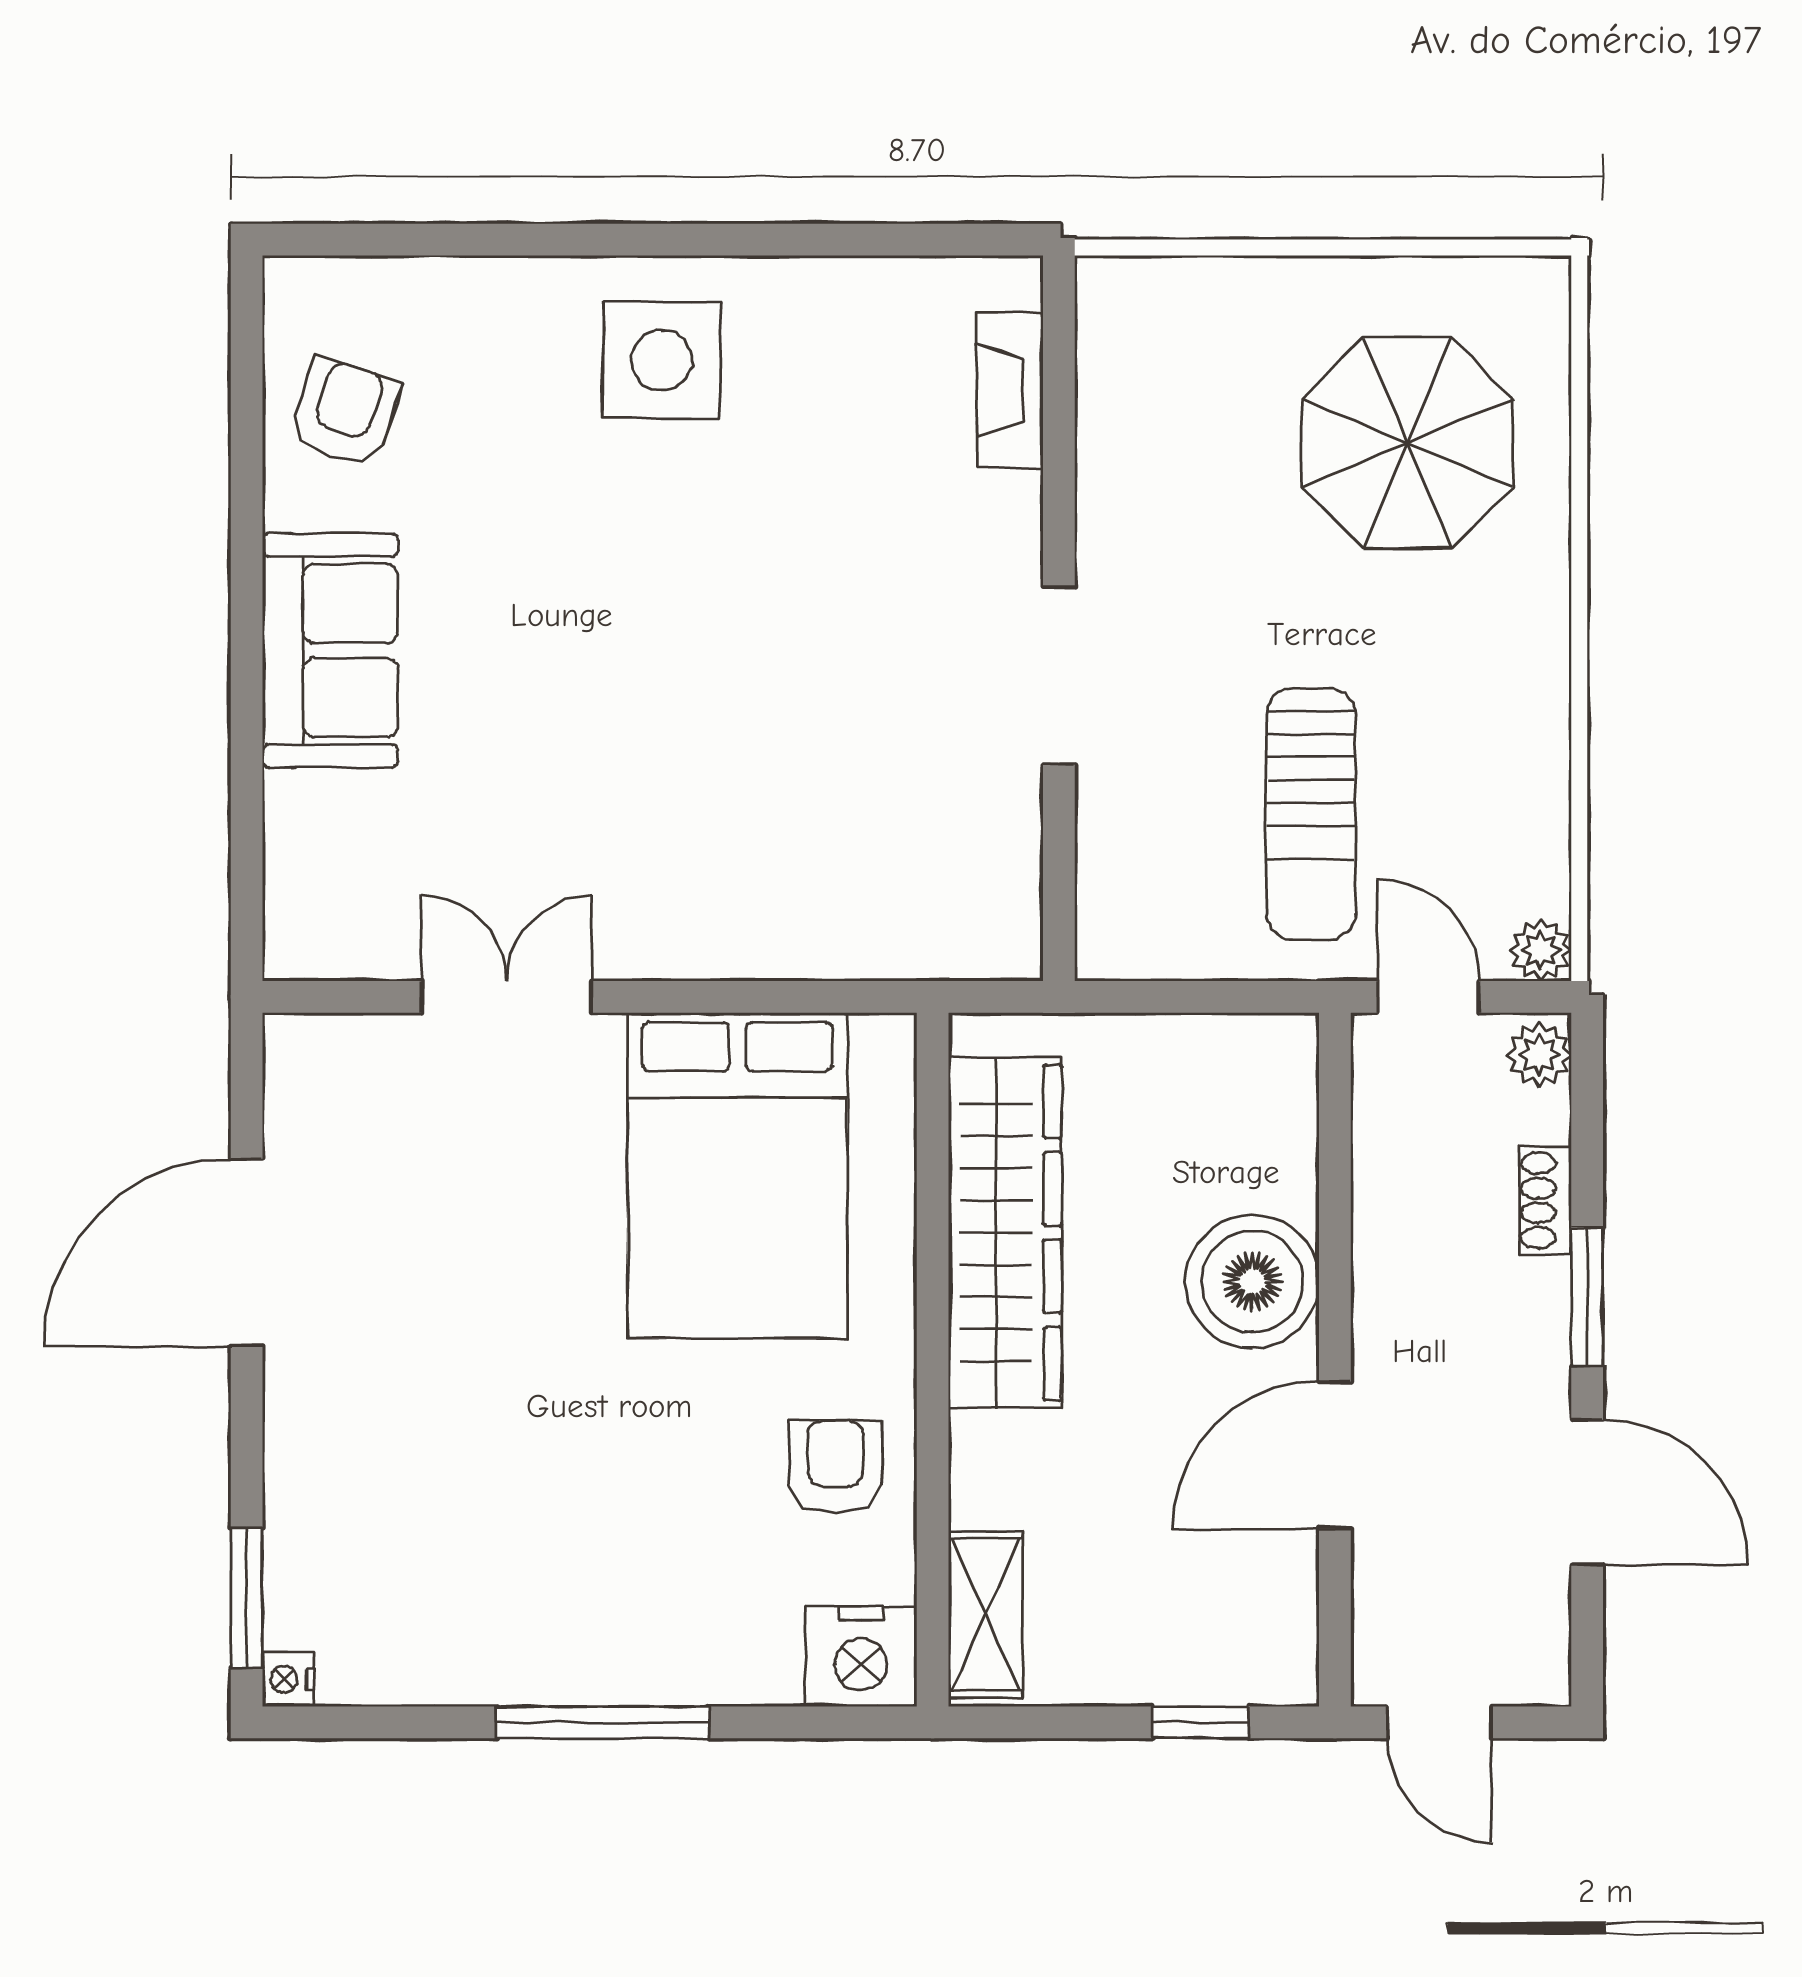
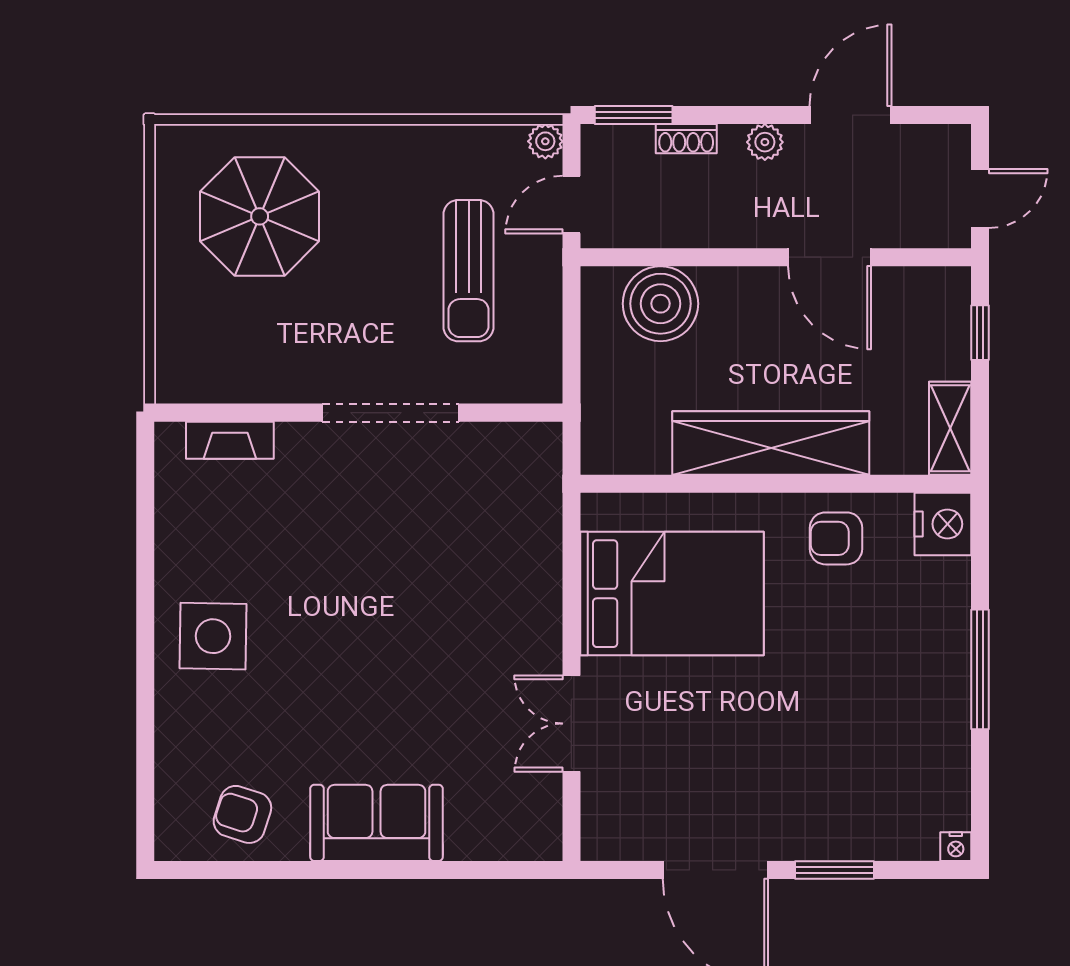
doorway: (1059, 676) -> (391, 413), width x1.36
sun lounger: (1311, 814) -> (469, 271), turned 90
plant: (1539, 1055) -> (765, 142), moved
wardrobe: (1005, 1233) -> (771, 443), moved
boiler: (1252, 1281) -> (660, 304), moved
window: (1587, 1297) -> (634, 115), moved
window: (247, 1598) -> (835, 870), moved
shelving: (986, 1615) -> (950, 428), moved, turned 90

